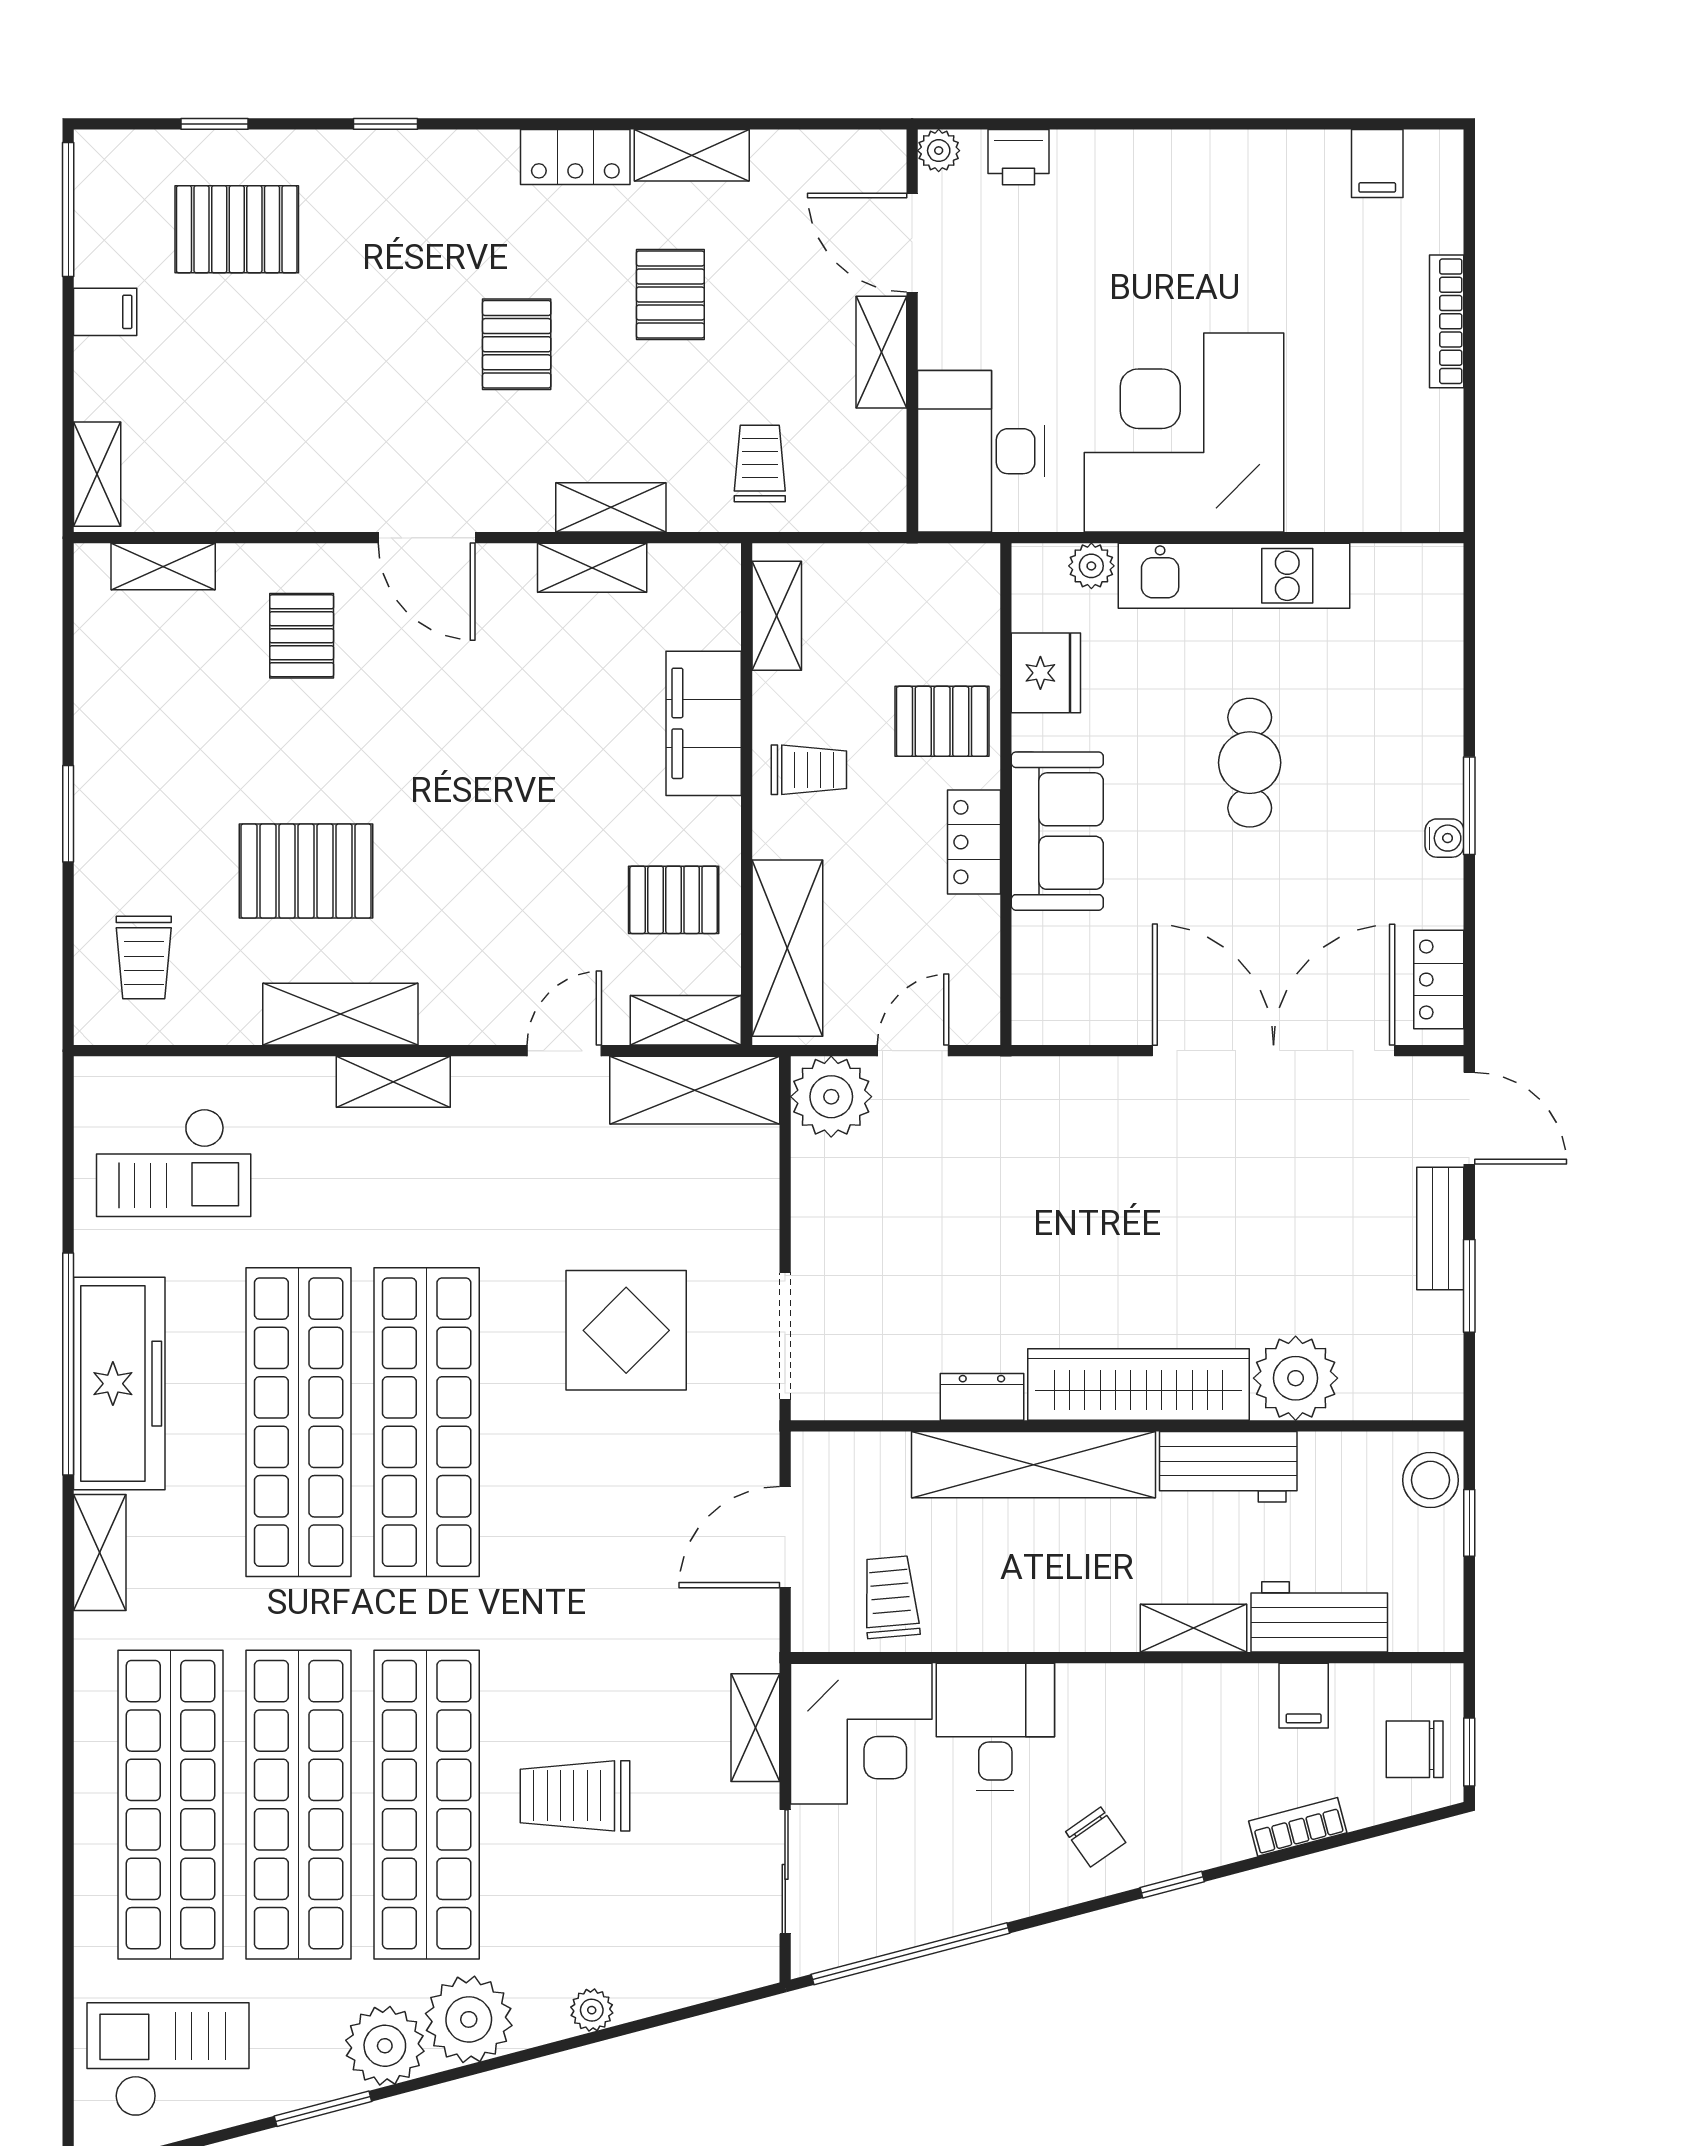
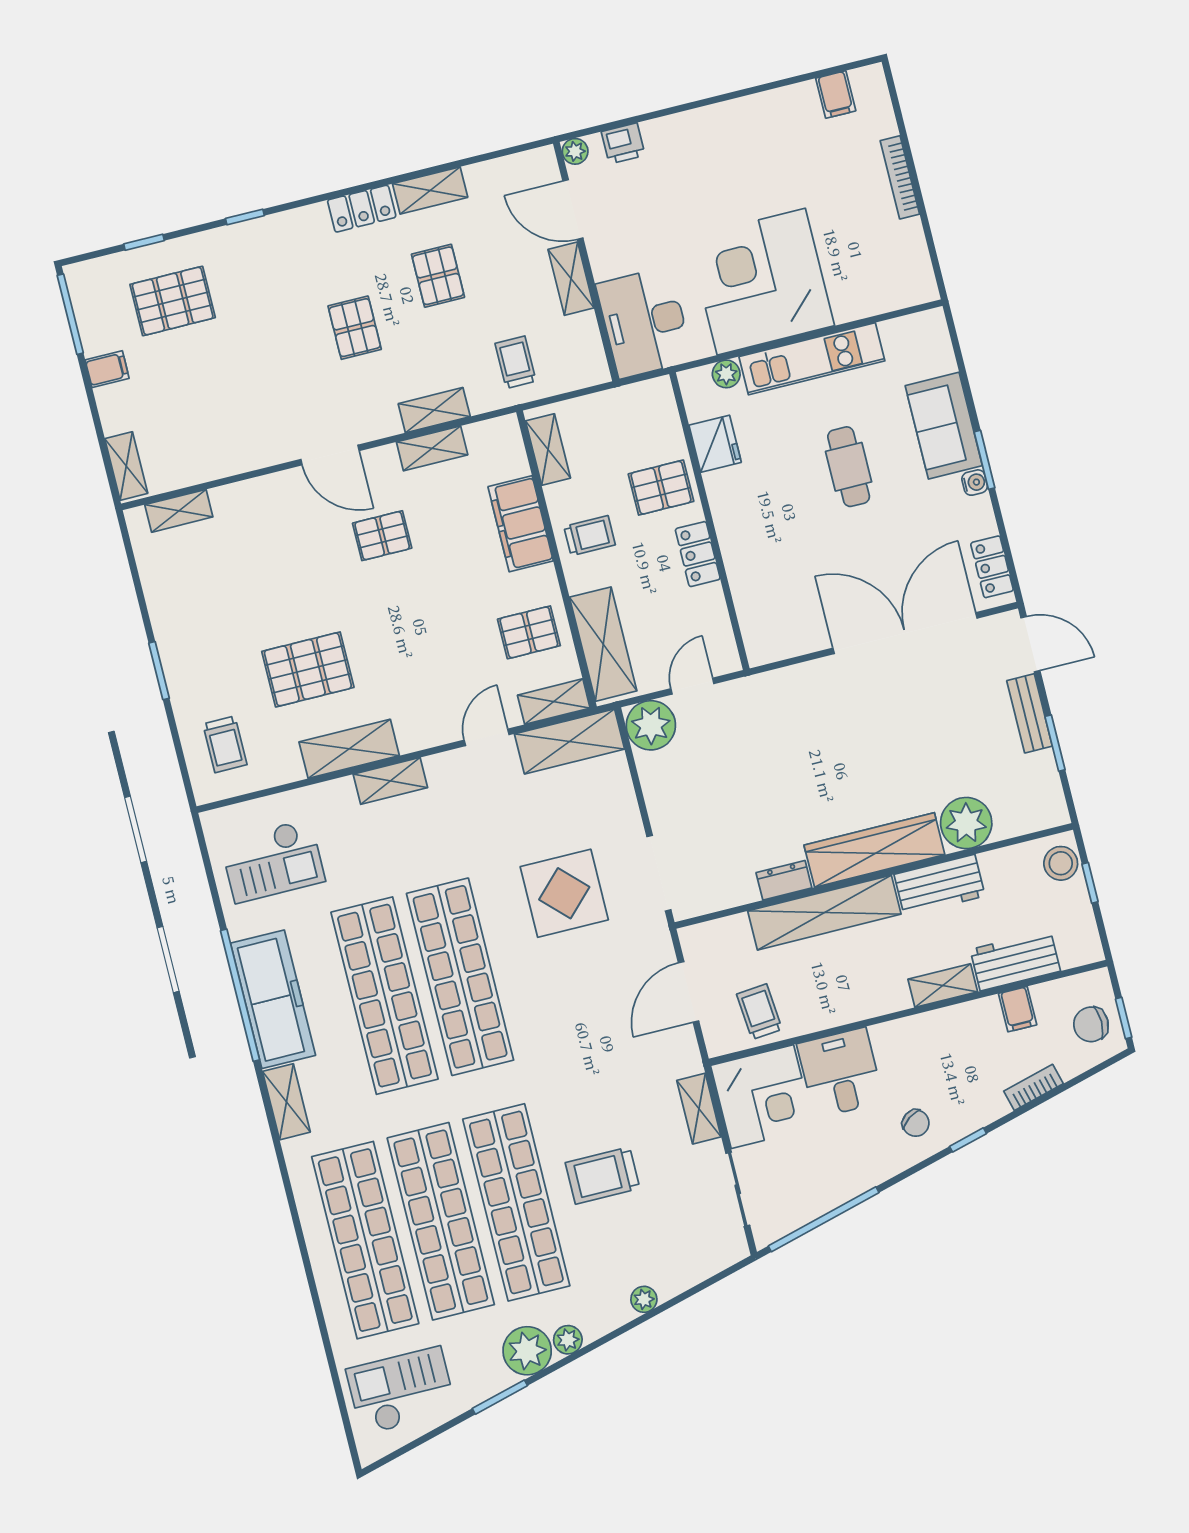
pallet: (302, 636) -> (382, 536), moved, turned 90
sofa: (1057, 831) -> (944, 426), moved, turned 180
plant: (469, 2019) -> (568, 1340), width x0.53, depth x0.53

